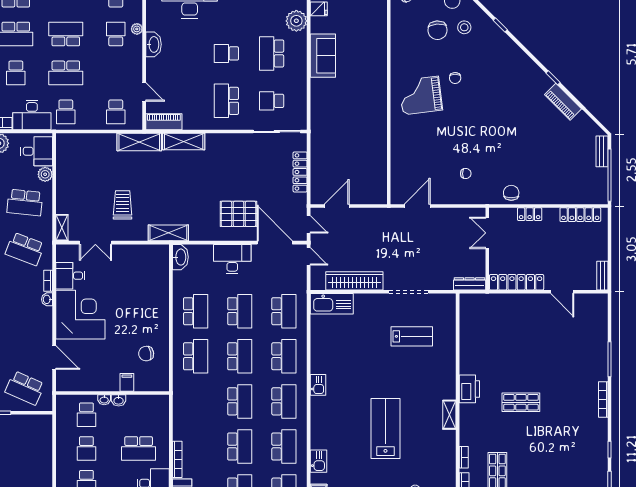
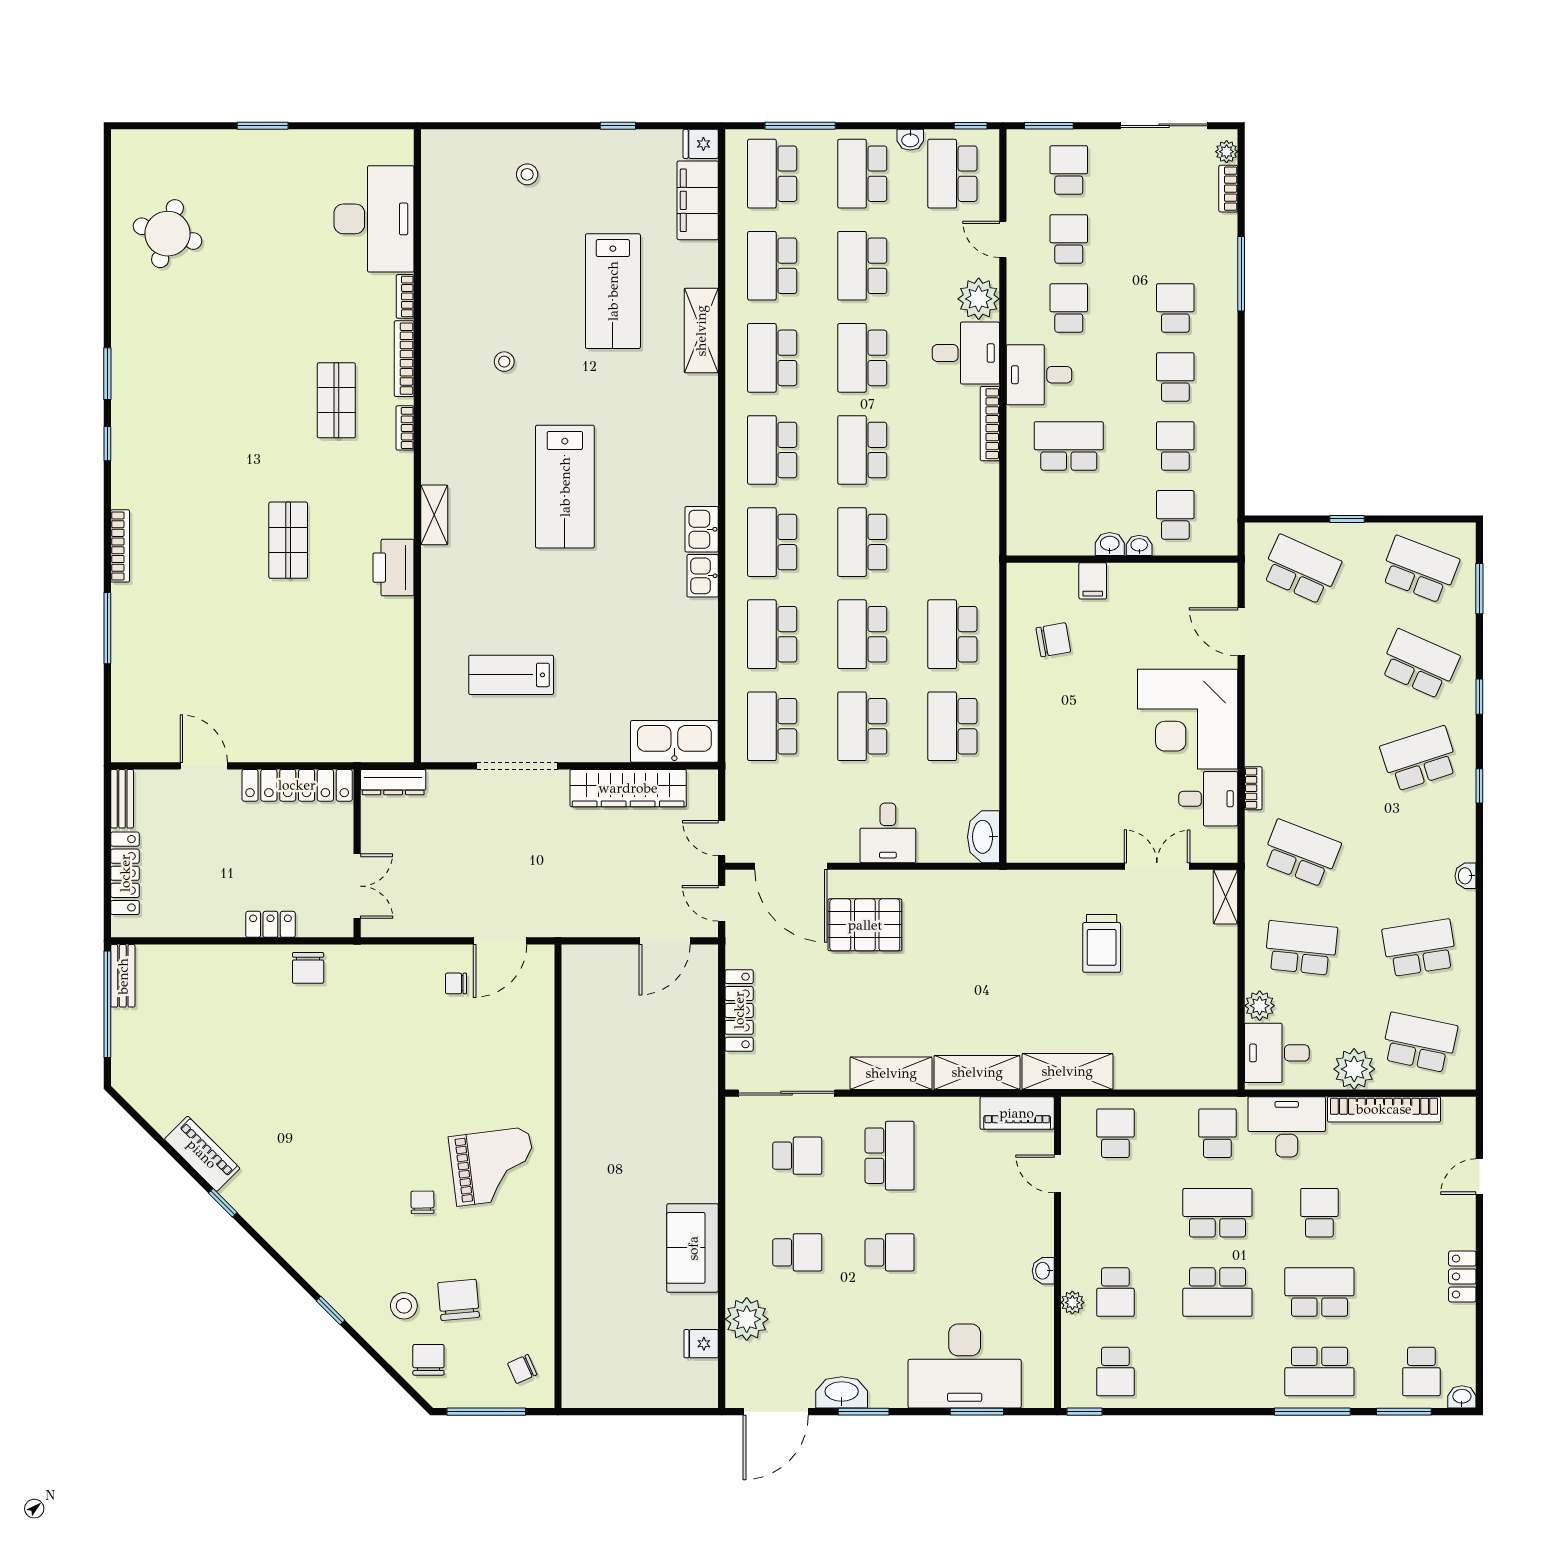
washbasin: (153, 44) -> (1043, 1271), width x0.52, depth x0.69
school desk: (272, 53) -> (797, 1252), width x0.54
bench: (602, 151) -> (123, 976), moved
chair: (466, 174) -> (456, 983), moved
locker: (580, 215) -> (125, 873), moved, turned 90
shelving: (168, 233) -> (891, 1073), moved
desk: (232, 259) -> (888, 833), width x0.73
washbasin: (47, 299) -> (1256, 751), removed
shop shelf: (521, 402) -> (288, 540), turned 90
kitchen sink: (318, 461) -> (702, 529), moved

